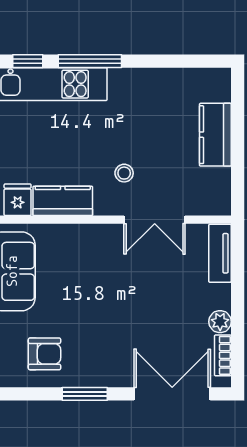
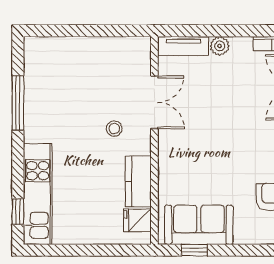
window: (90, 61) -> (18, 103), moved
kitchen counter: (215, 135) -> (81, 50), removed
plant: (220, 322) -> (220, 46), moved

